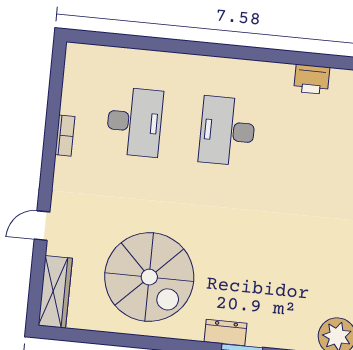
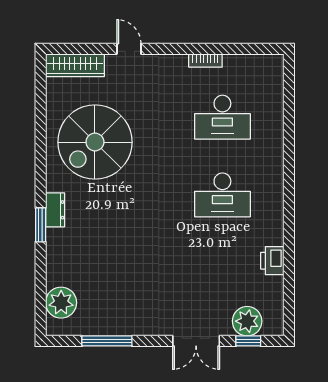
desk: (227, 131) -> (222, 195), turned 180

